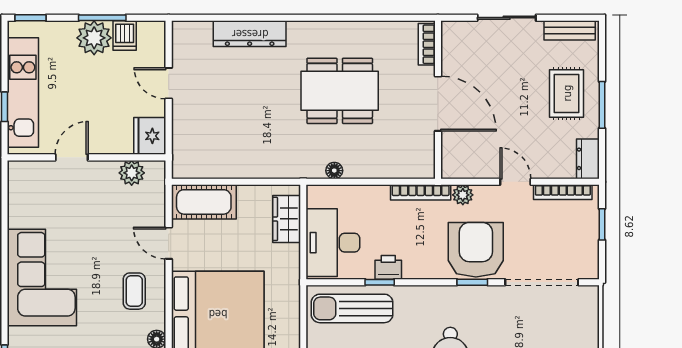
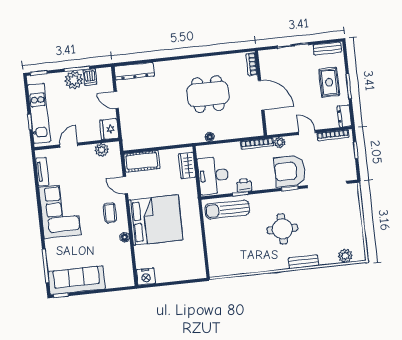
dresser: (250, 34) -> (134, 71), moved
tv unit: (17, 201) -> (42, 172), added
armchair: (476, 250) -> (290, 171), turned -90

